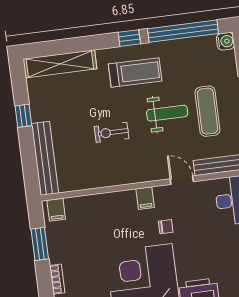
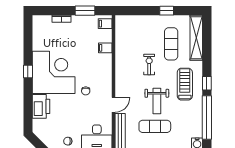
treadmill: (135, 73) -> (185, 84), turned 180
exercise mat: (75, 102) -> (171, 44), added
bench: (45, 158) -> (138, 21), removed
filing cabinet: (145, 198) -> (105, 48), moved

